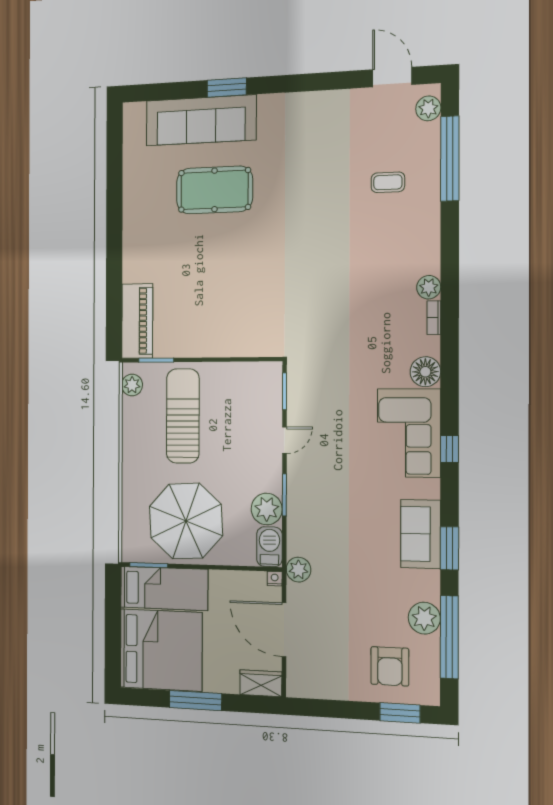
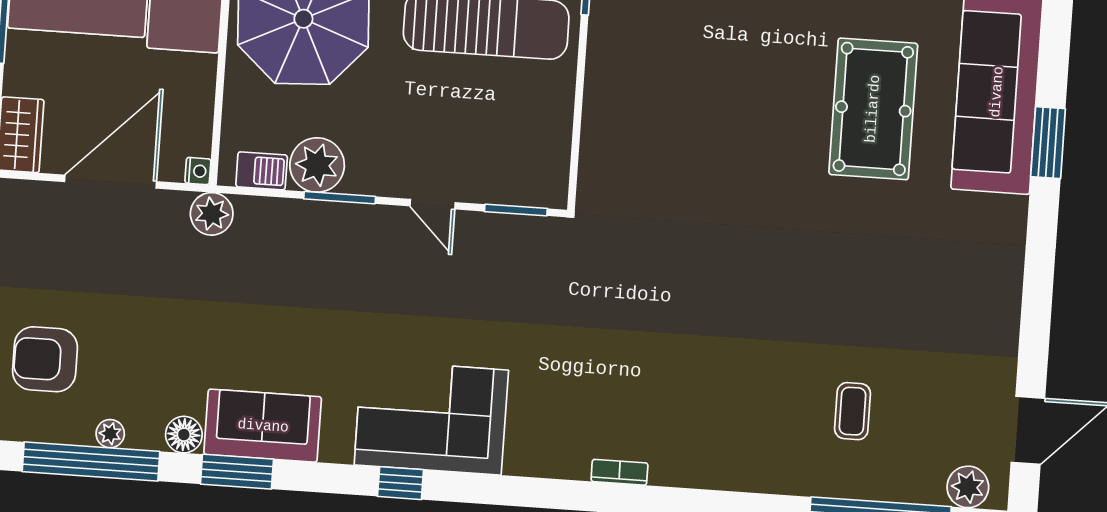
plant: (429, 287) -> (671, 467), removed
floor lamp: (425, 372) -> (184, 435), moved, width x0.73, depth x0.73
barbecue: (269, 547) -> (262, 171), width x0.73, depth x0.79
plant: (424, 618) -> (110, 434), width x0.53, depth x0.53

